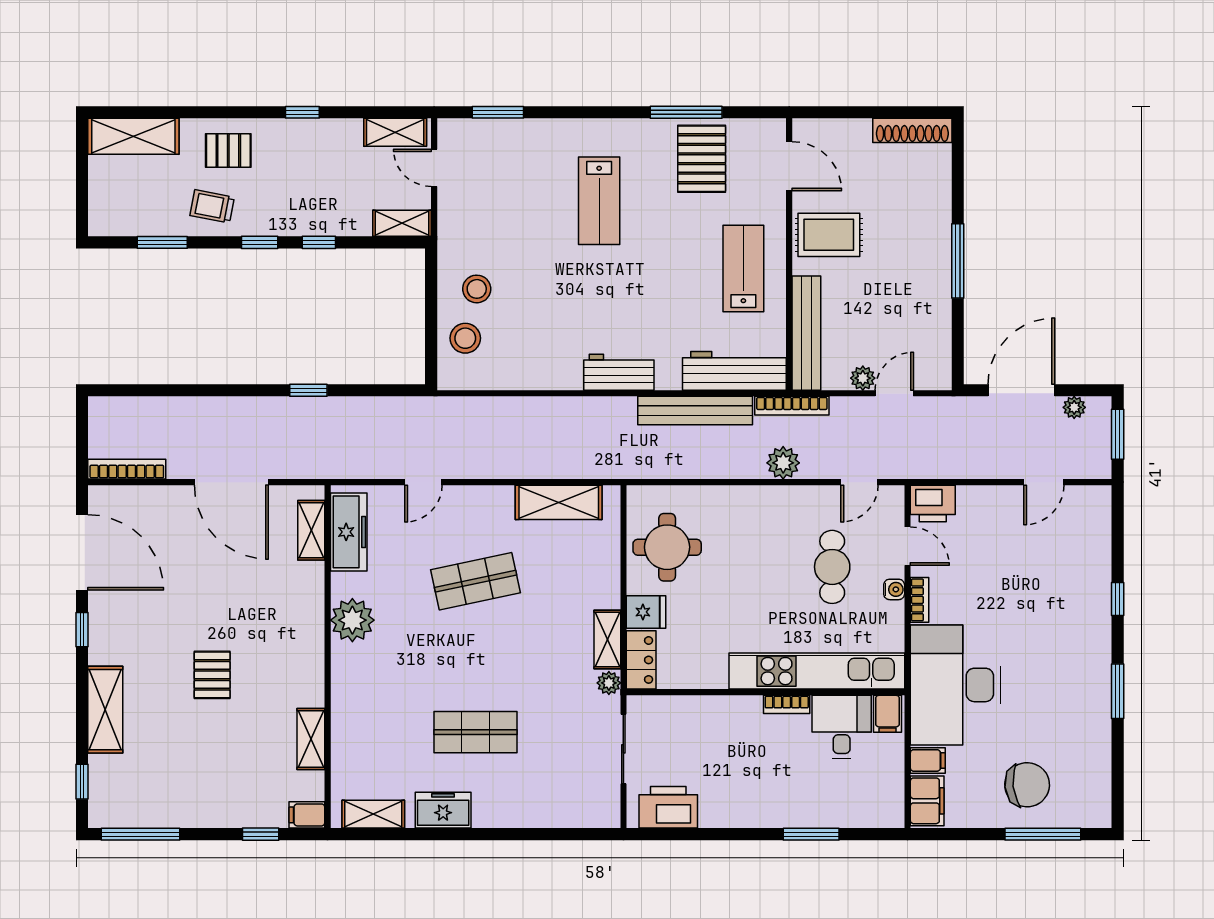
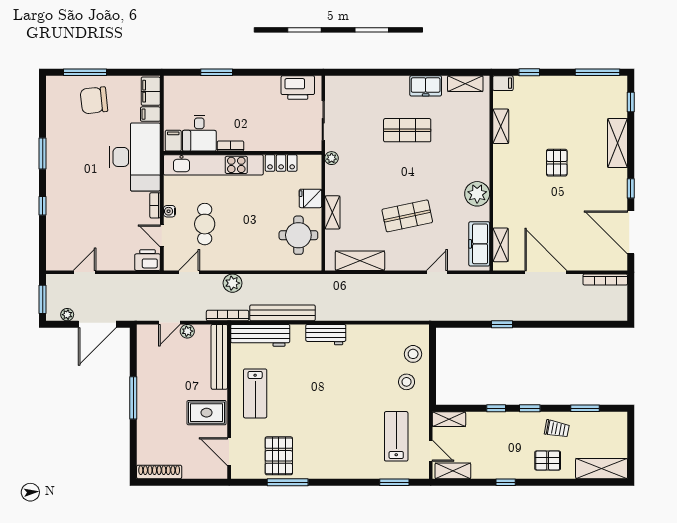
lab bench: (599, 201) -> (396, 436), moved
shelving: (607, 640) -> (332, 212), moved
locker: (641, 660) -> (281, 163), moved, turned -90

